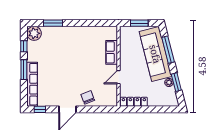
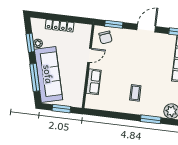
coffee table: (71, 47) -> (135, 93), added
chair: (88, 97) -> (106, 37), moved
locker: (134, 102) -> (60, 26), moved
window: (99, 109) -> (114, 24), added

